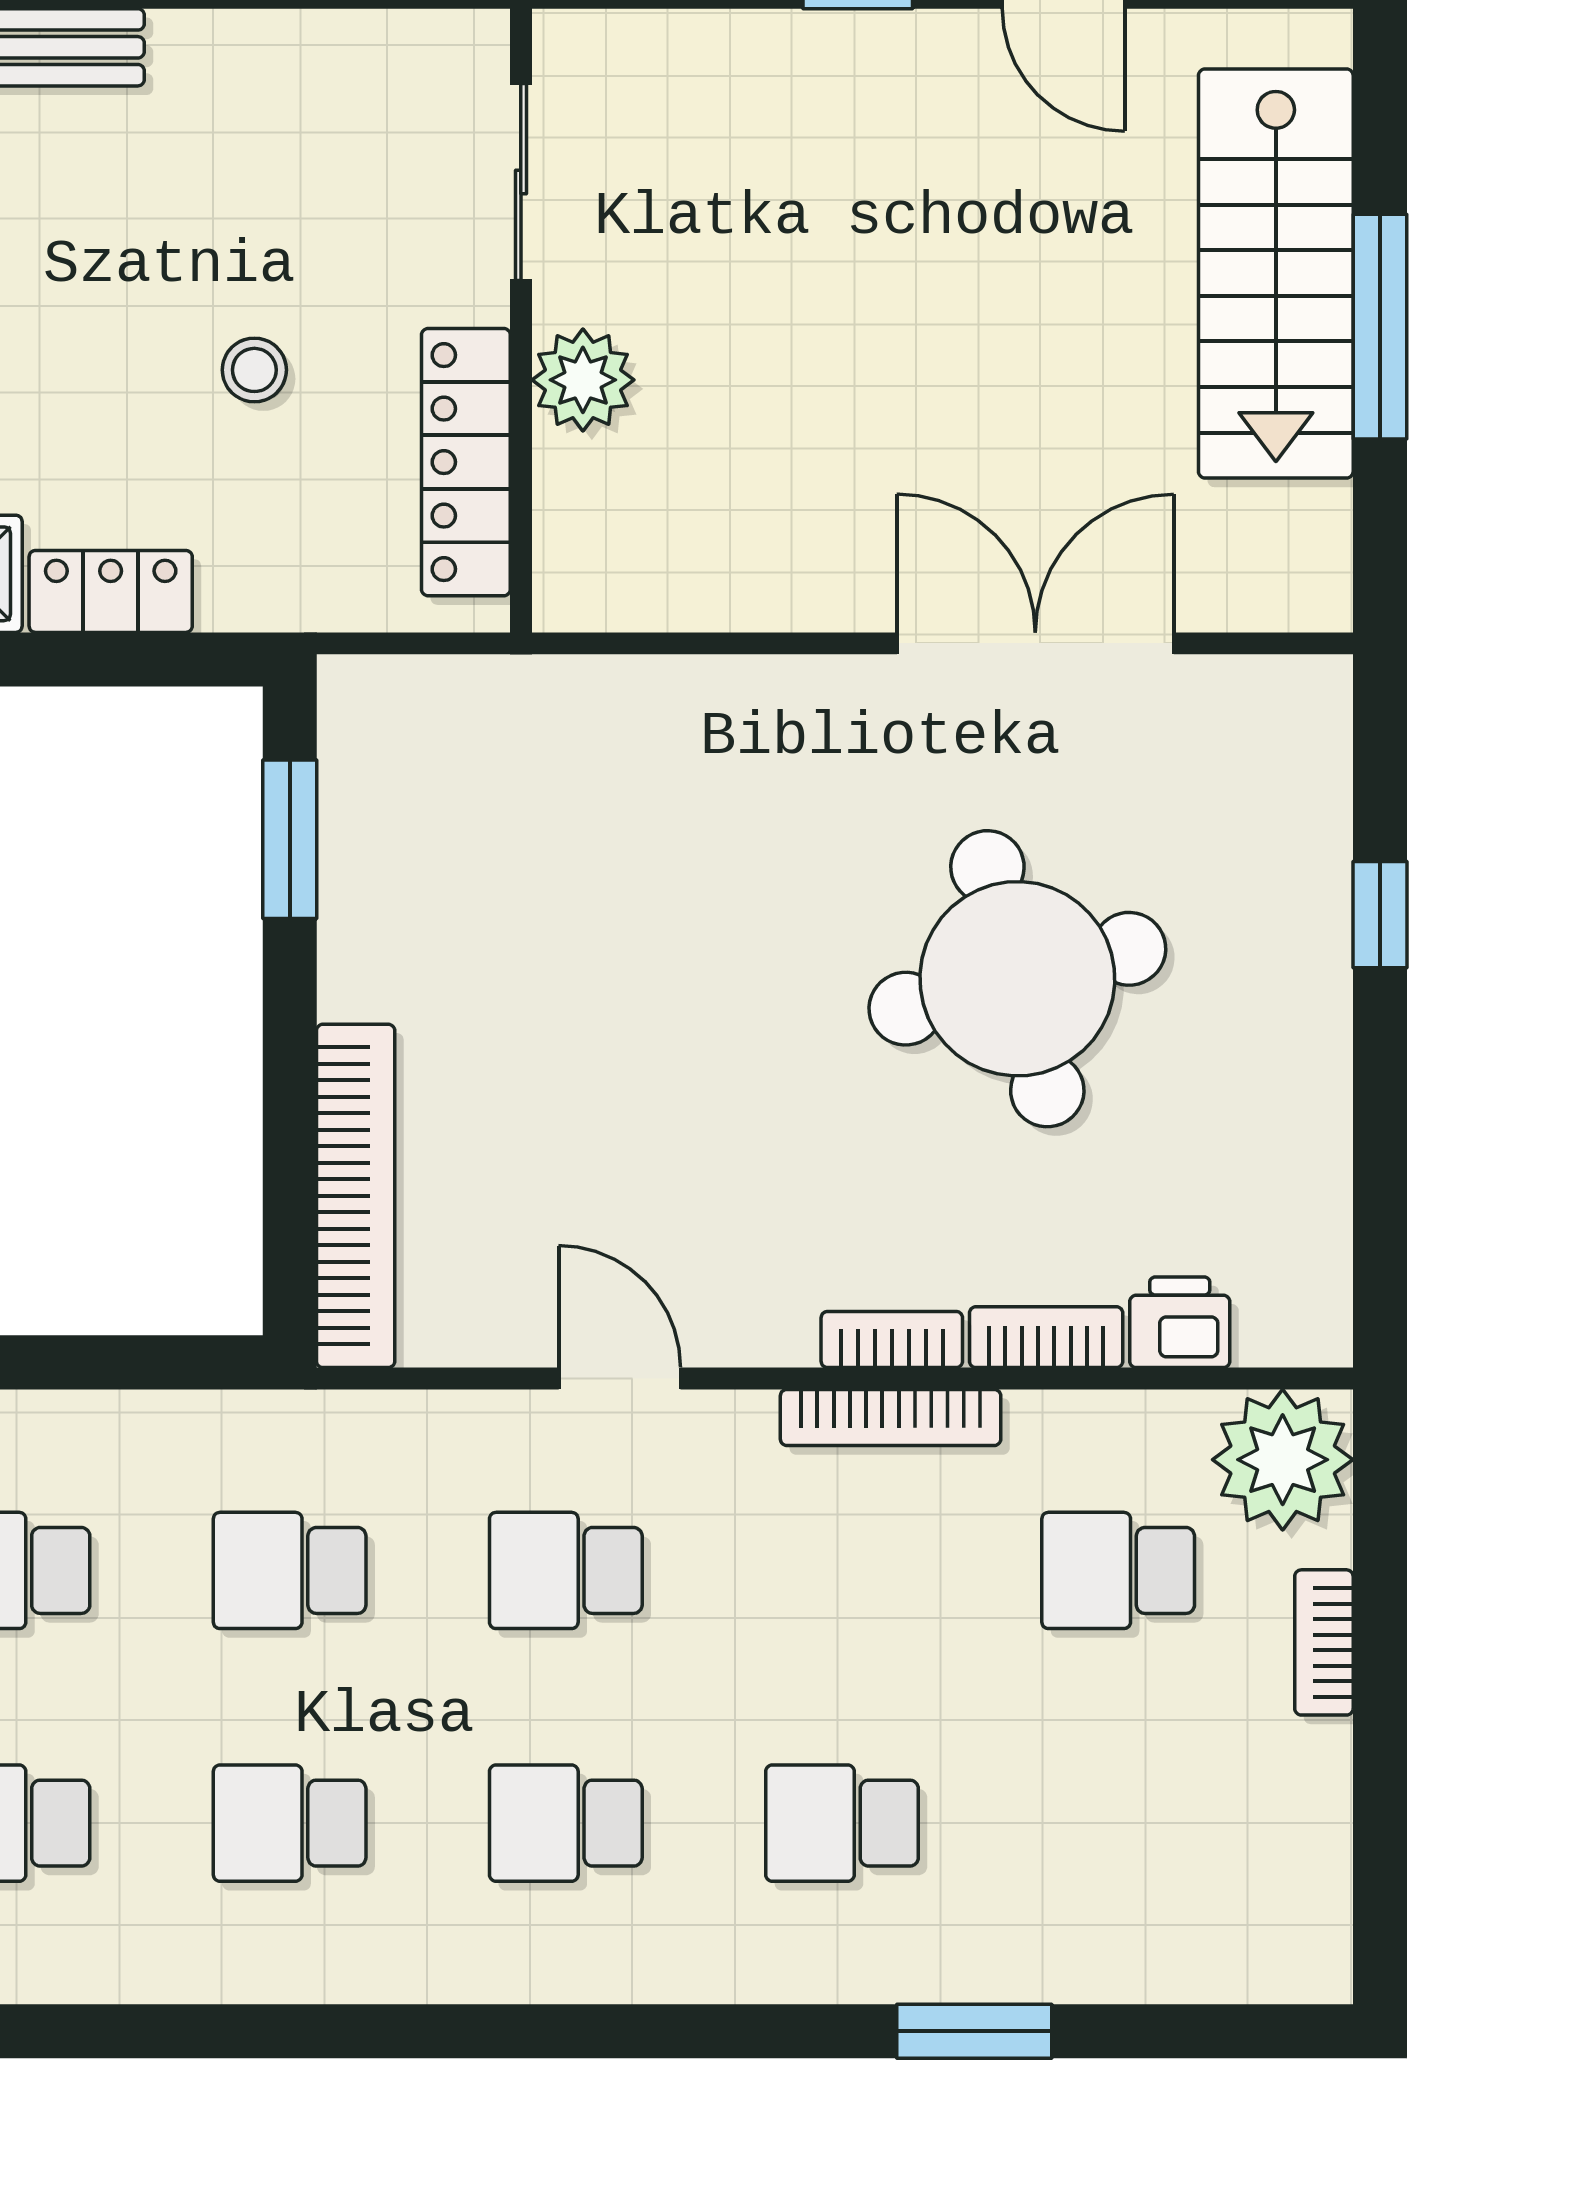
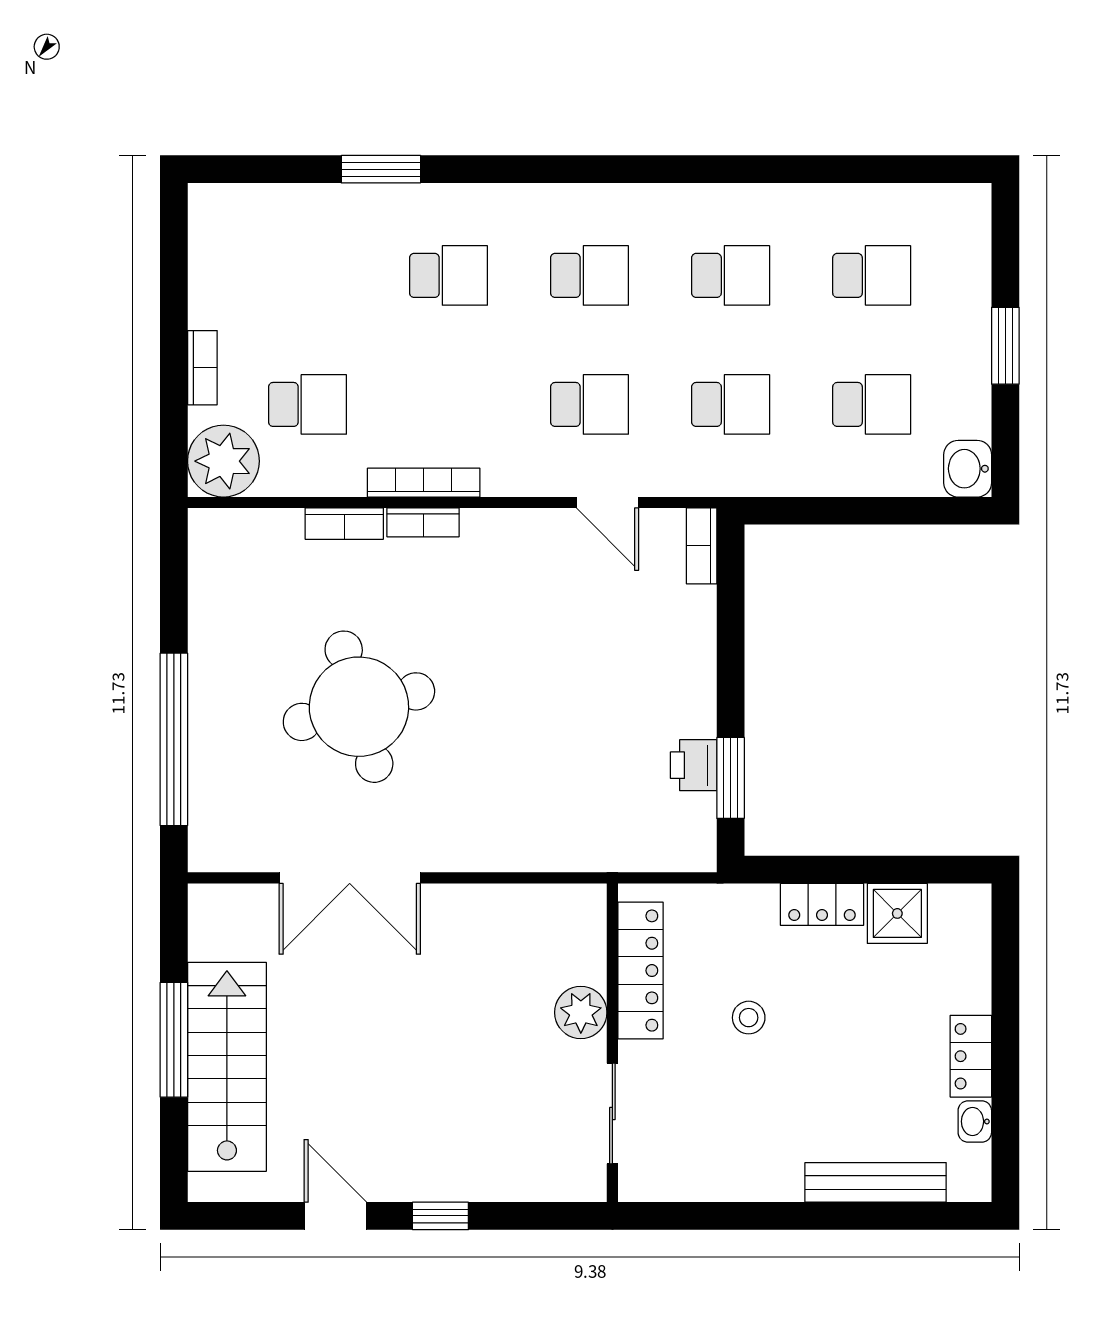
window: (1380, 915) -> (174, 739), width x3.17
bookcase: (356, 1196) -> (702, 546), width x0.43, depth x0.76
printer: (1180, 1322) -> (694, 765), moved, turned 90
door: (620, 1379) -> (608, 502), moved

